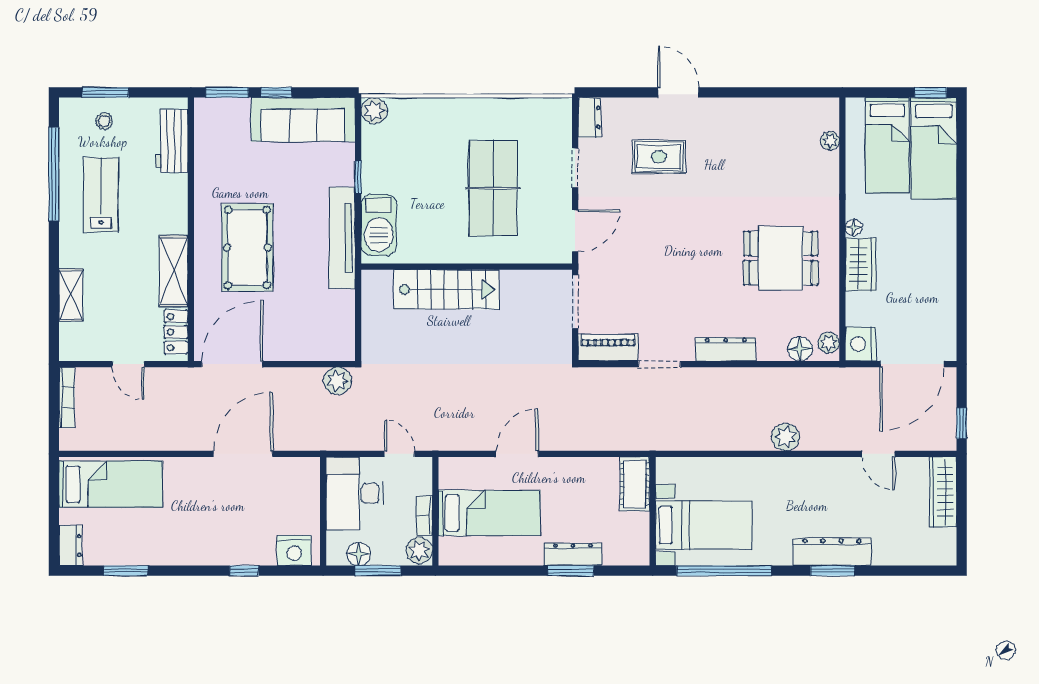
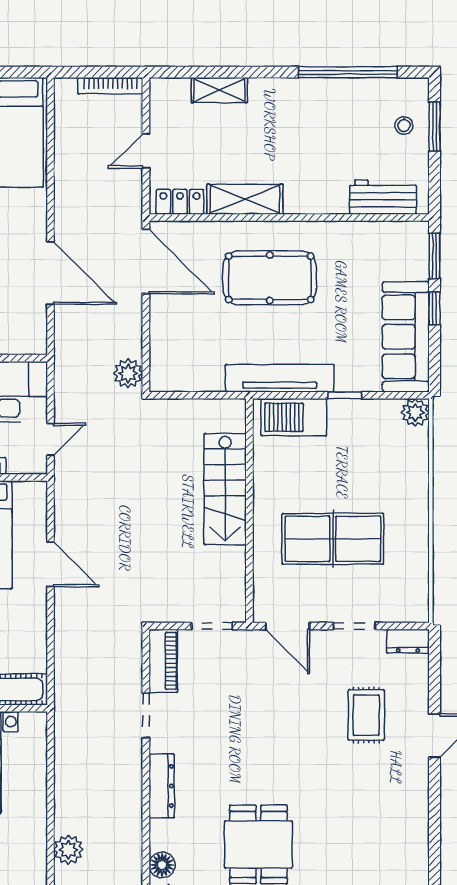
lab bench: (101, 195) -> (326, 122), removed
doorway: (575, 302) -> (212, 626), width x0.73

